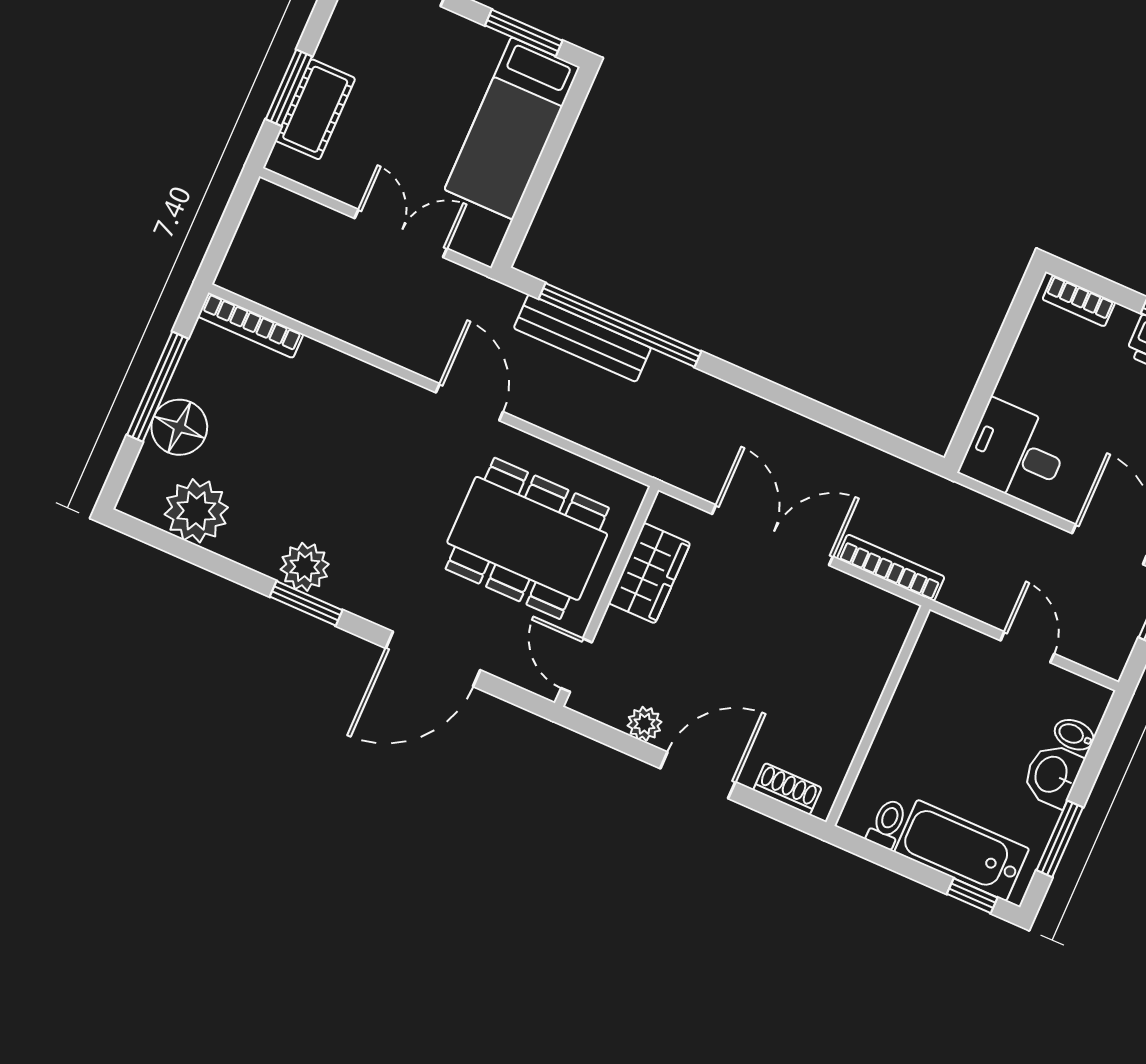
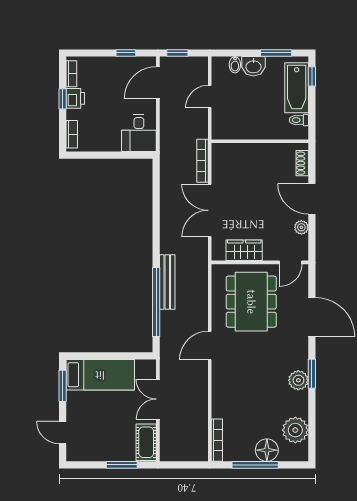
cot: (315, 109) -> (146, 442), moved, turned 90
bench: (582, 338) -> (167, 282), moved

